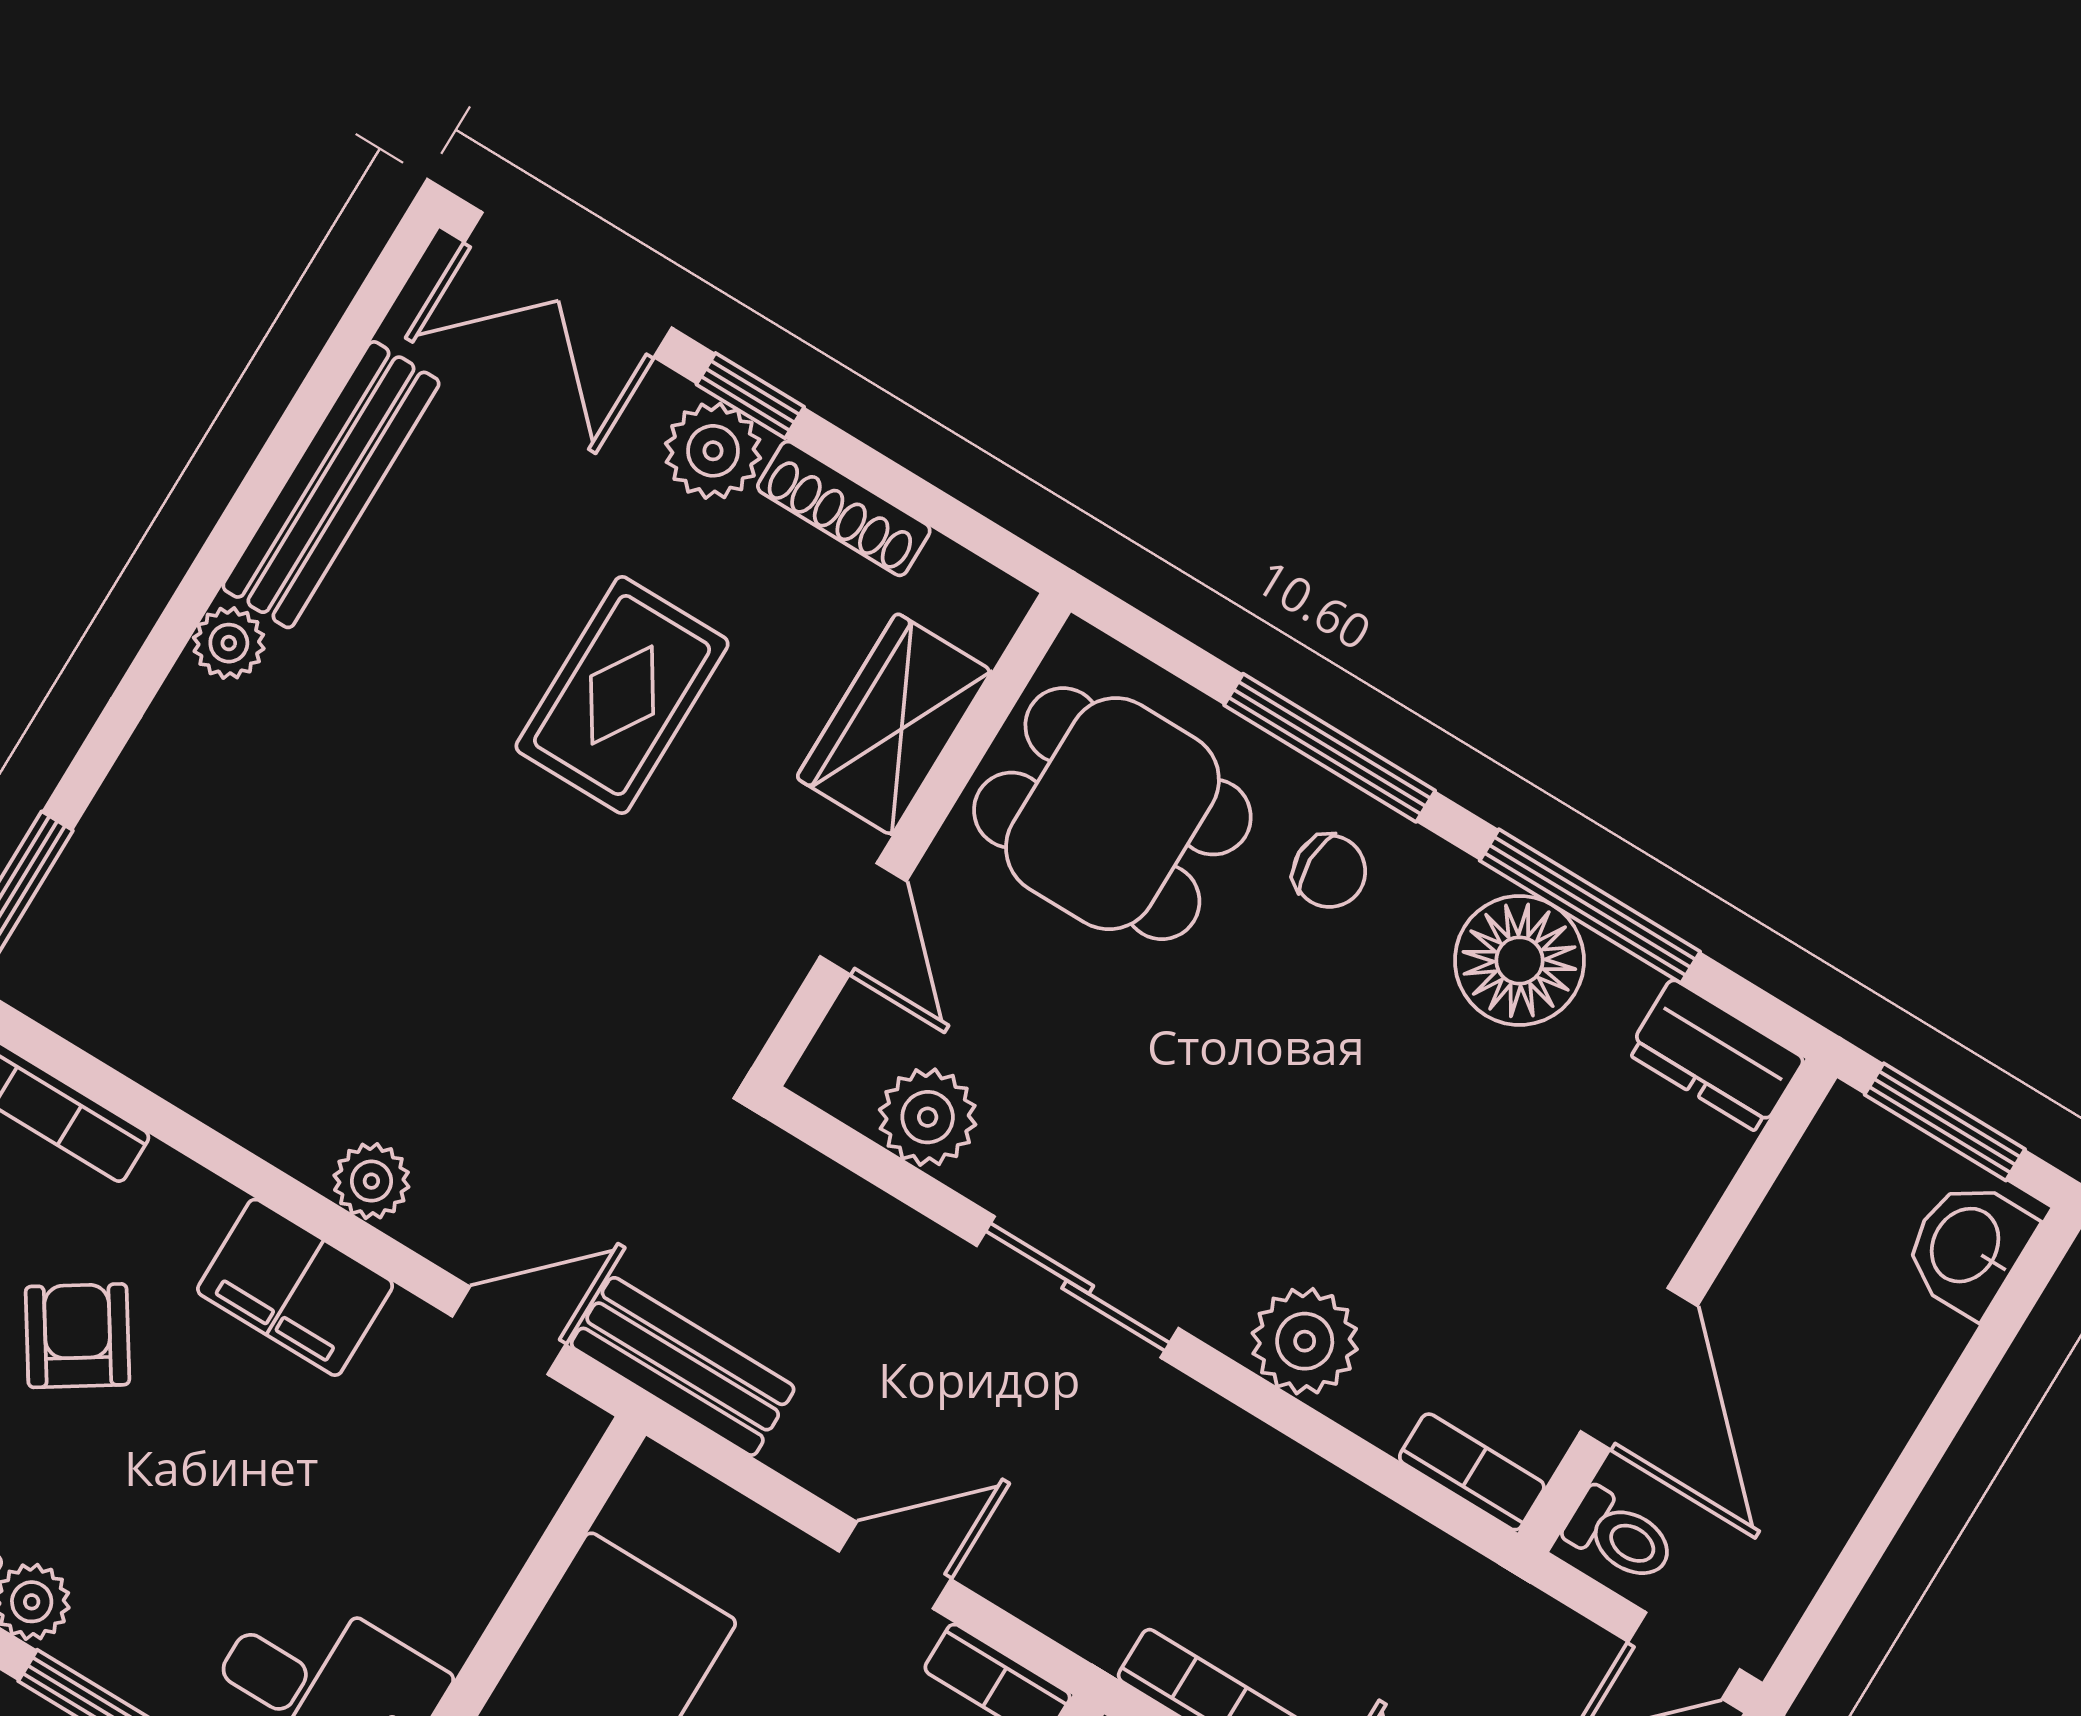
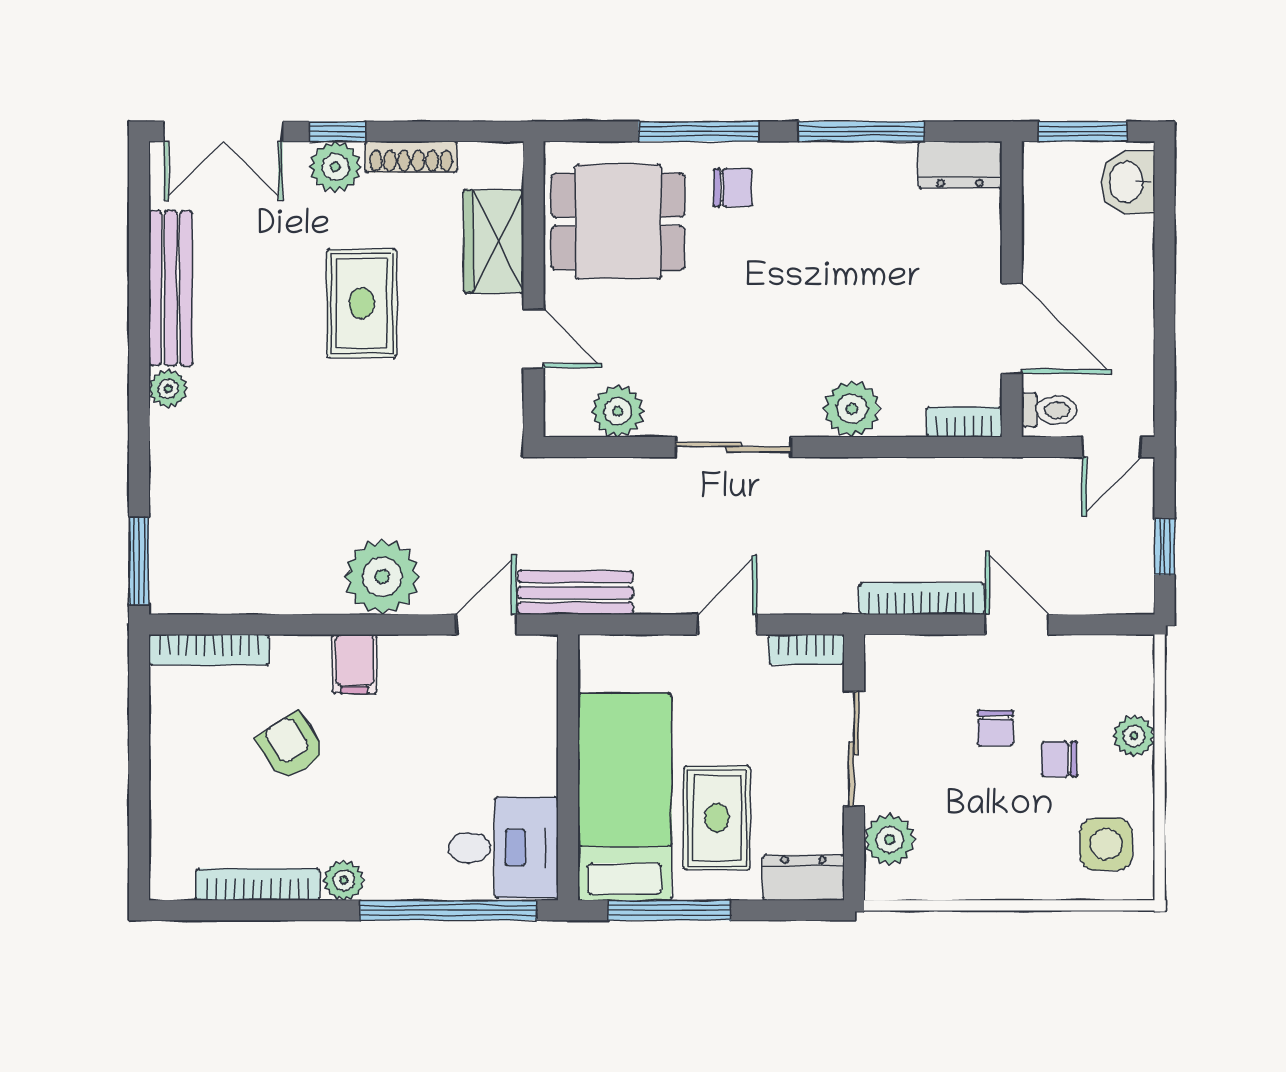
floor lamp: (1519, 960) -> (844, 176), removed
plant: (371, 1181) -> (382, 577), width x1.87, depth x1.87
filing cabinet: (295, 1287) -> (354, 664), width x0.50

